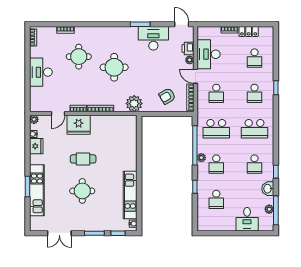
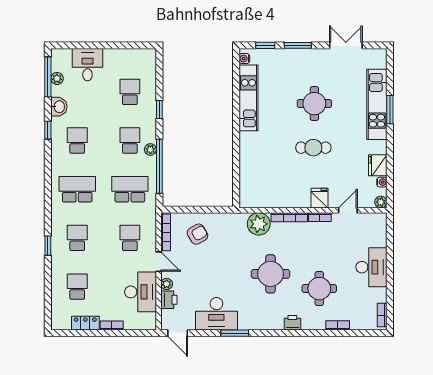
printer: (98, 32) -> (292, 323), added
plant: (134, 104) -> (259, 224), moved
fridge: (79, 125) -> (319, 198), width x0.53, depth x0.75

